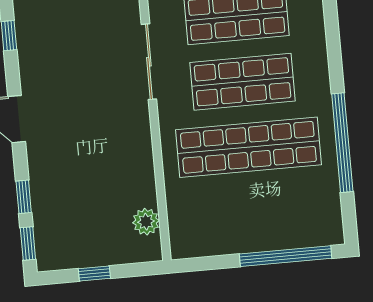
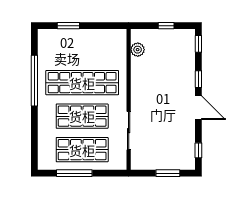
window: (24, 197) -> (198, 79), moved
window: (286, 256) -> (68, 26), width x0.47

